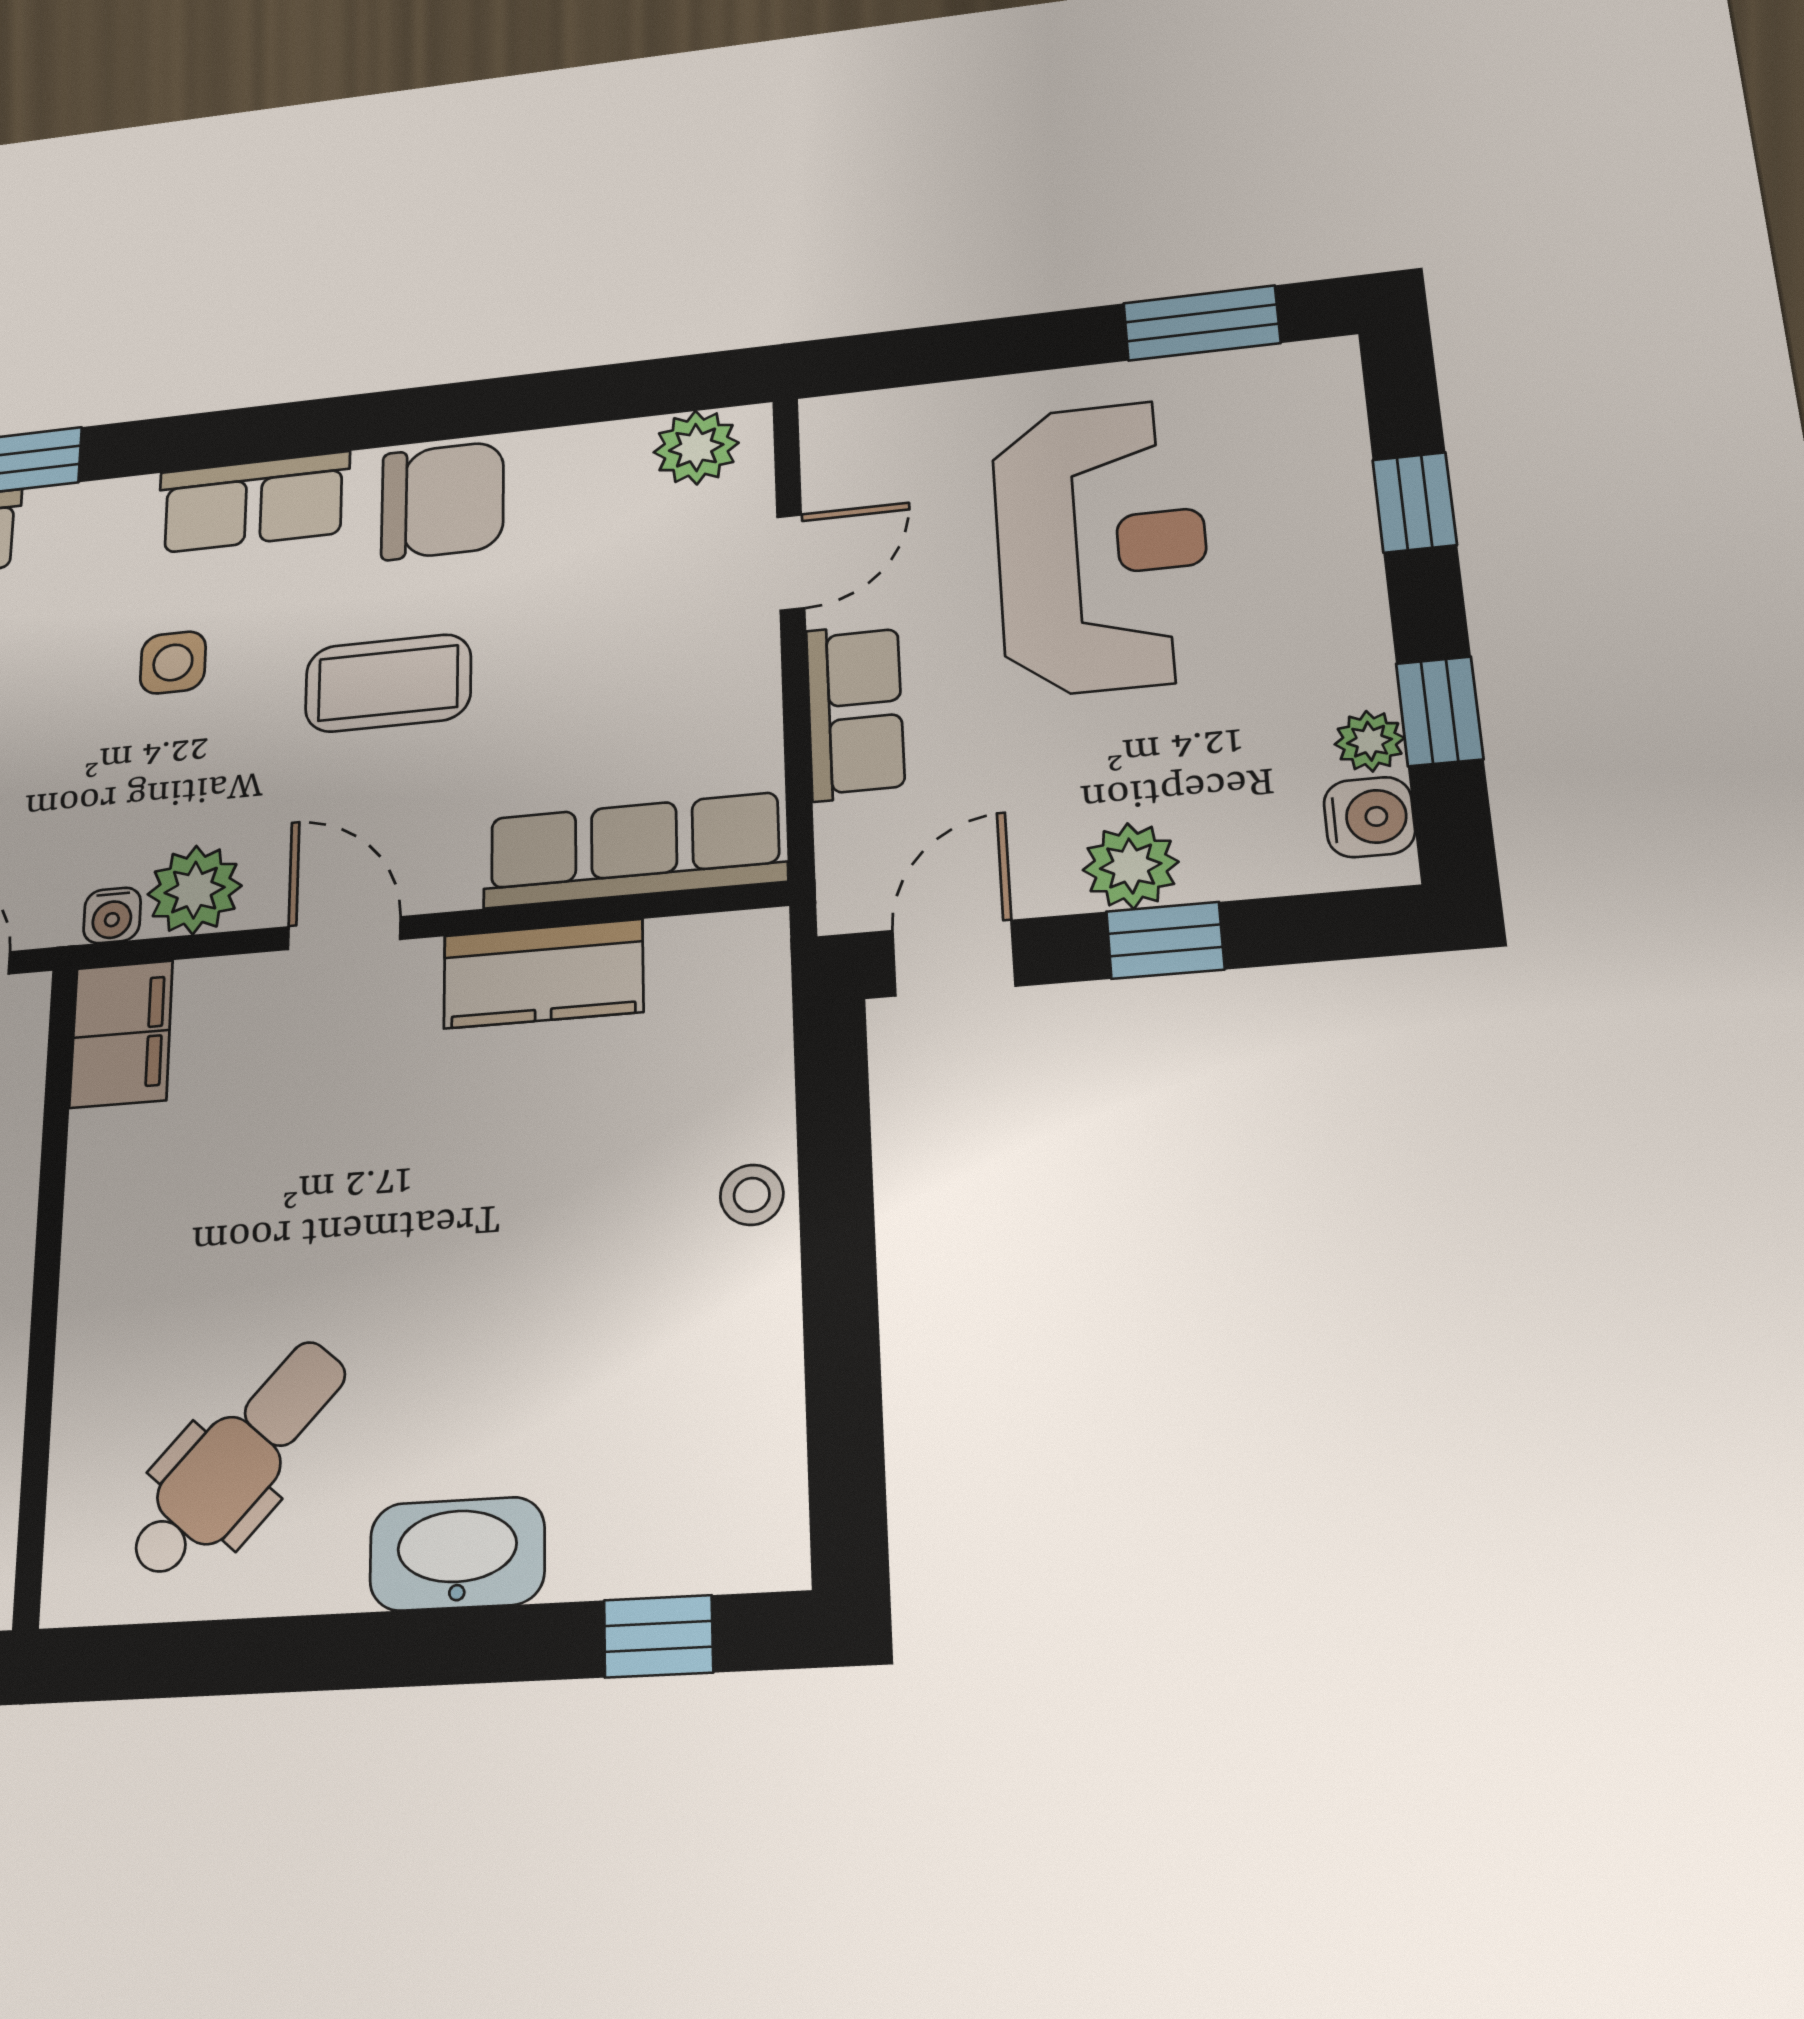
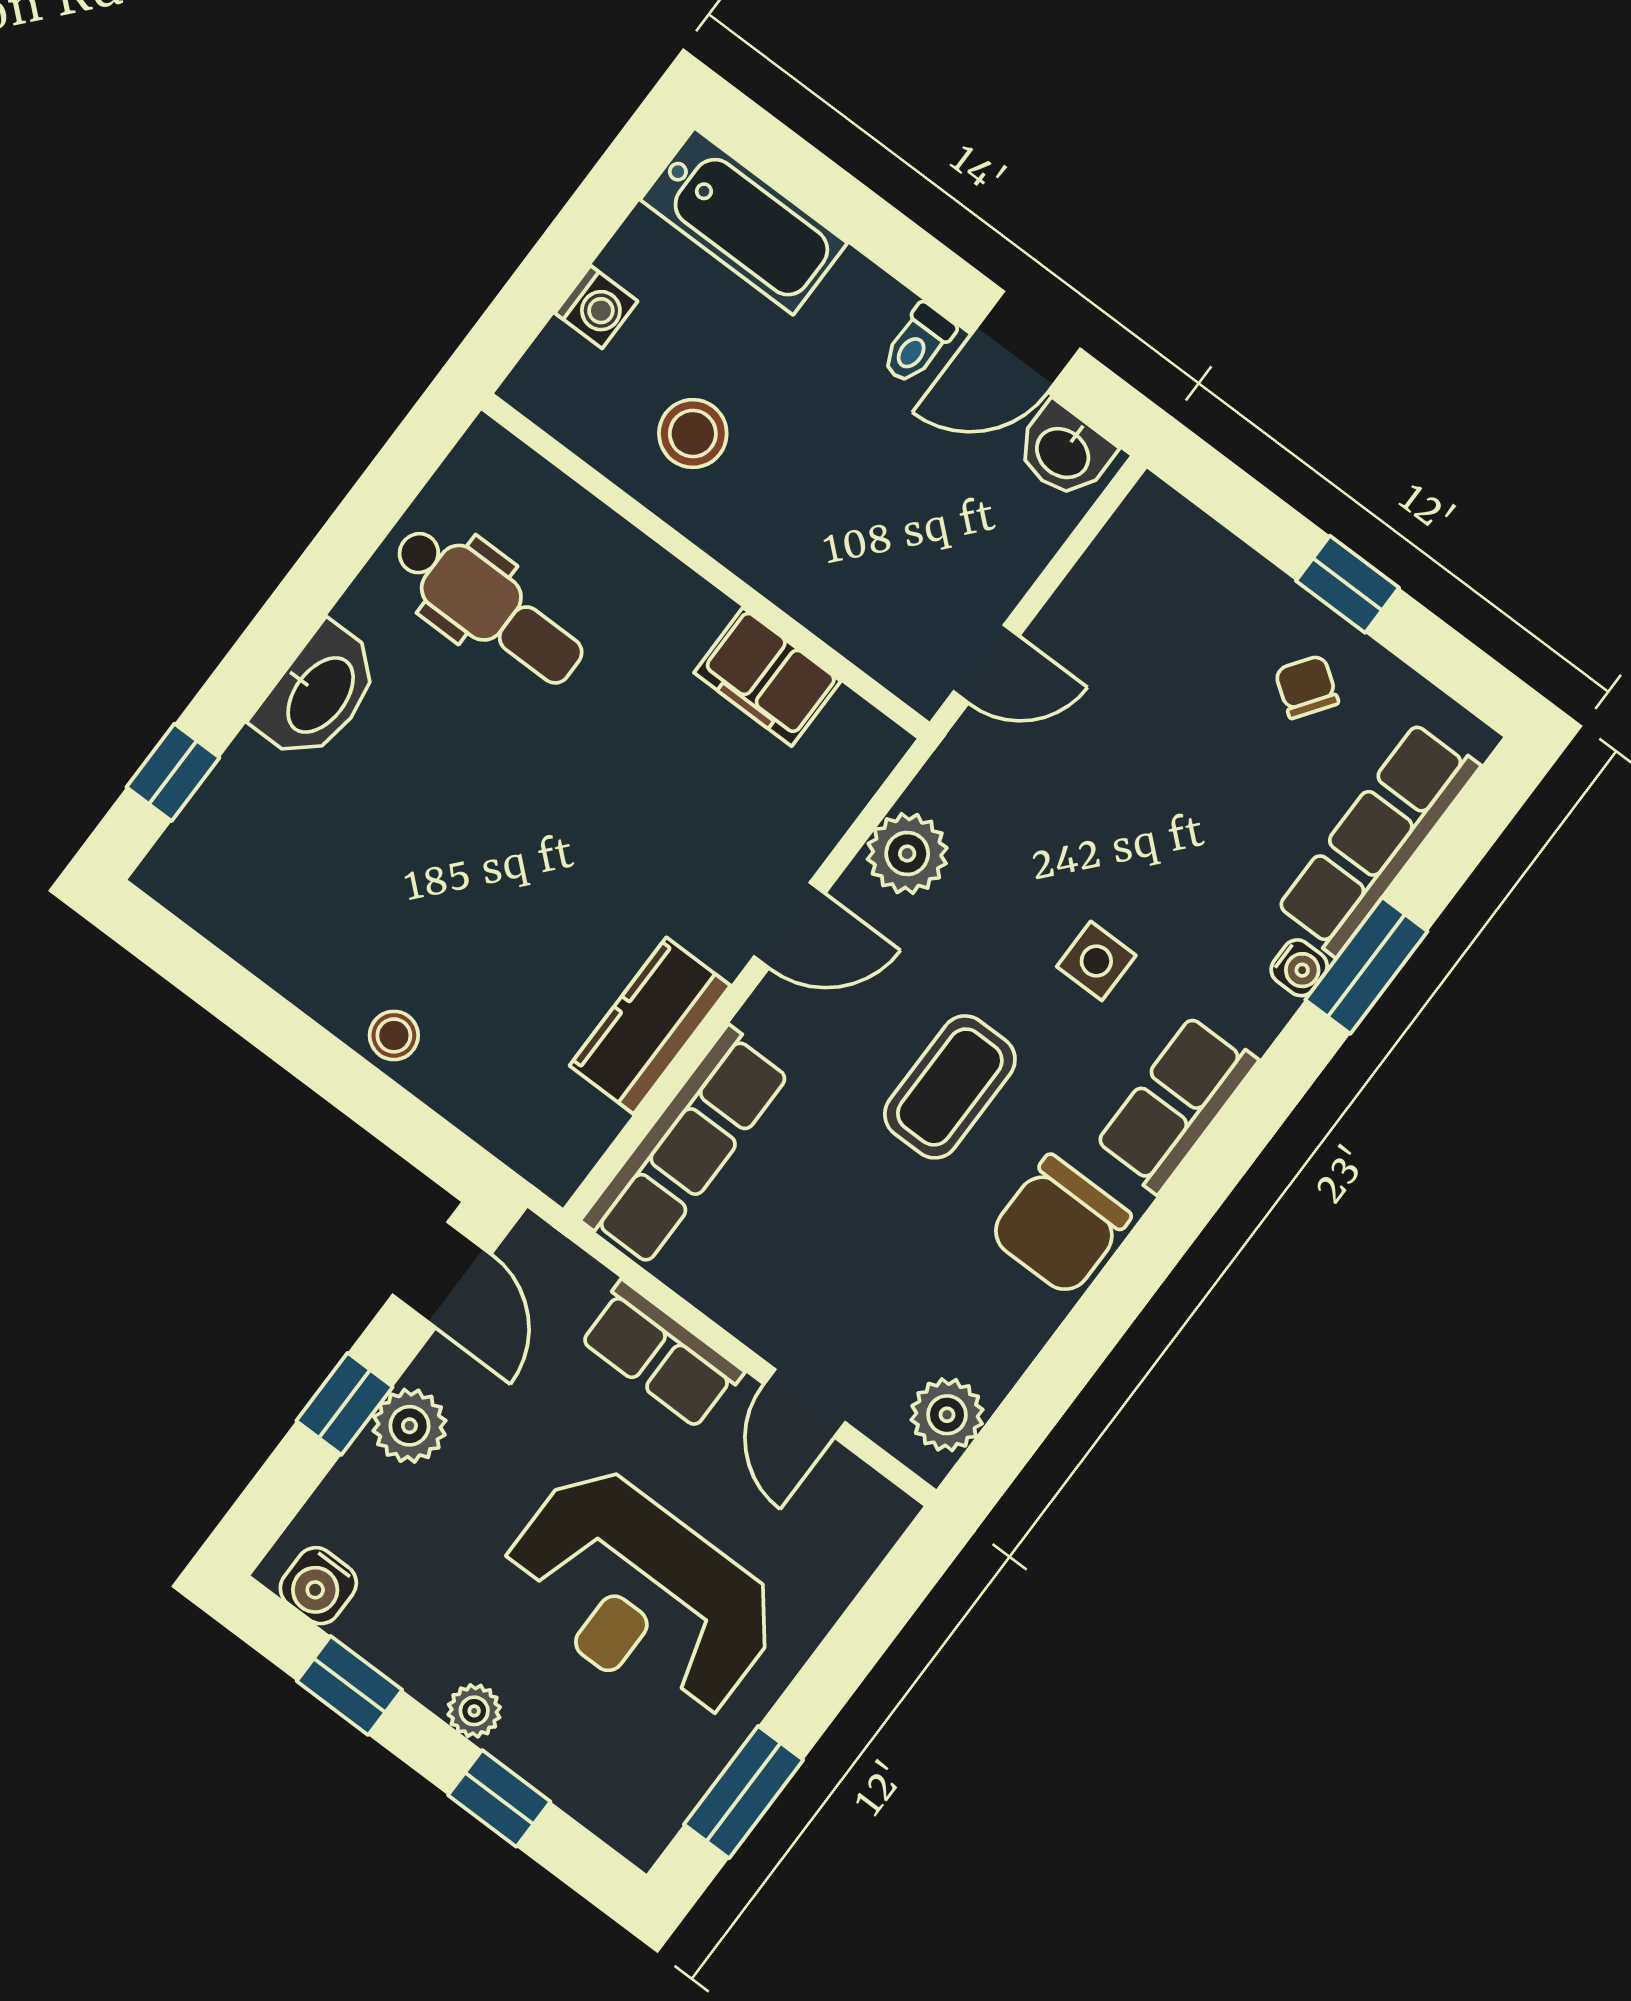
plant: (1369, 741) -> (474, 1711), moved
water cooler: (112, 915) -> (1299, 968), moved, turned 180
filing cabinet: (121, 1034) -> (767, 677), moved
dental chair: (238, 1459) -> (488, 605), turned -42

